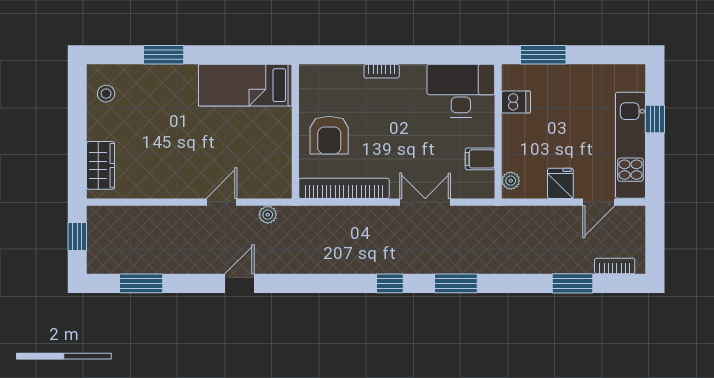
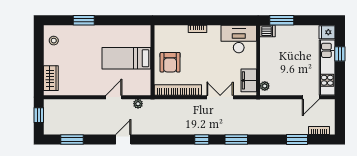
bed: (245, 85) -> (126, 58), moved
dishwasher: (516, 102) -> (268, 31), moved
filing cabinet: (480, 159) -> (249, 80), width x2.00
fridge: (560, 183) -> (327, 32), moved, turned -90

